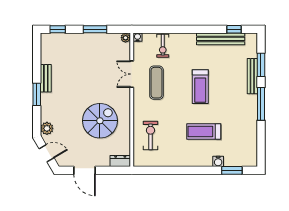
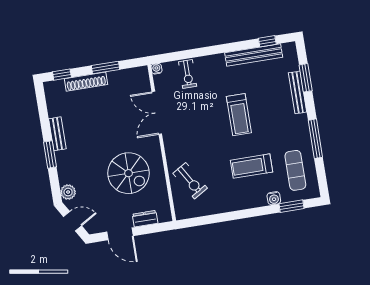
shoe rack: (77, 38) -> (86, 82), added
plant: (126, 38) -> (143, 72), removed
double door: (132, 74) -> (157, 113), width x1.37
exercise mat: (156, 83) -> (295, 170), moved
window: (261, 104) -> (315, 139), moved
spiral stairs: (100, 121) -> (129, 173), turned 90
exercise bike: (150, 135) -> (190, 181), turned 149
dresser: (120, 161) -> (145, 219), moved

